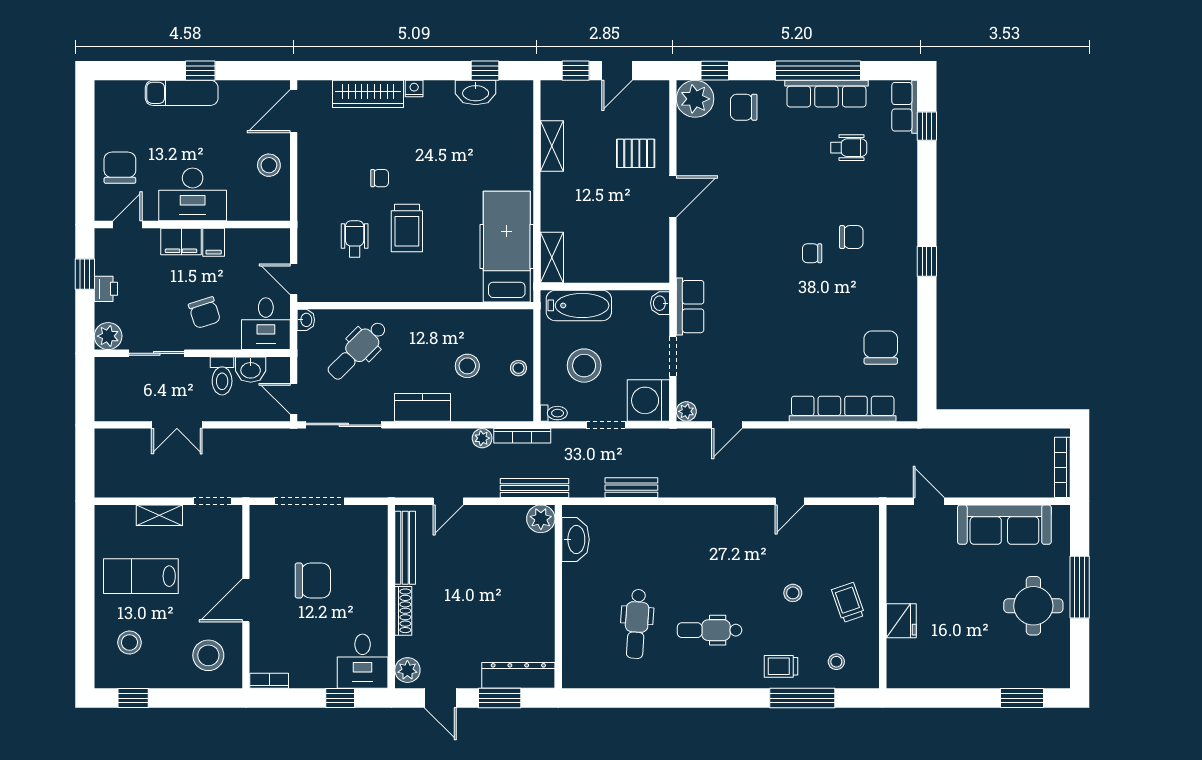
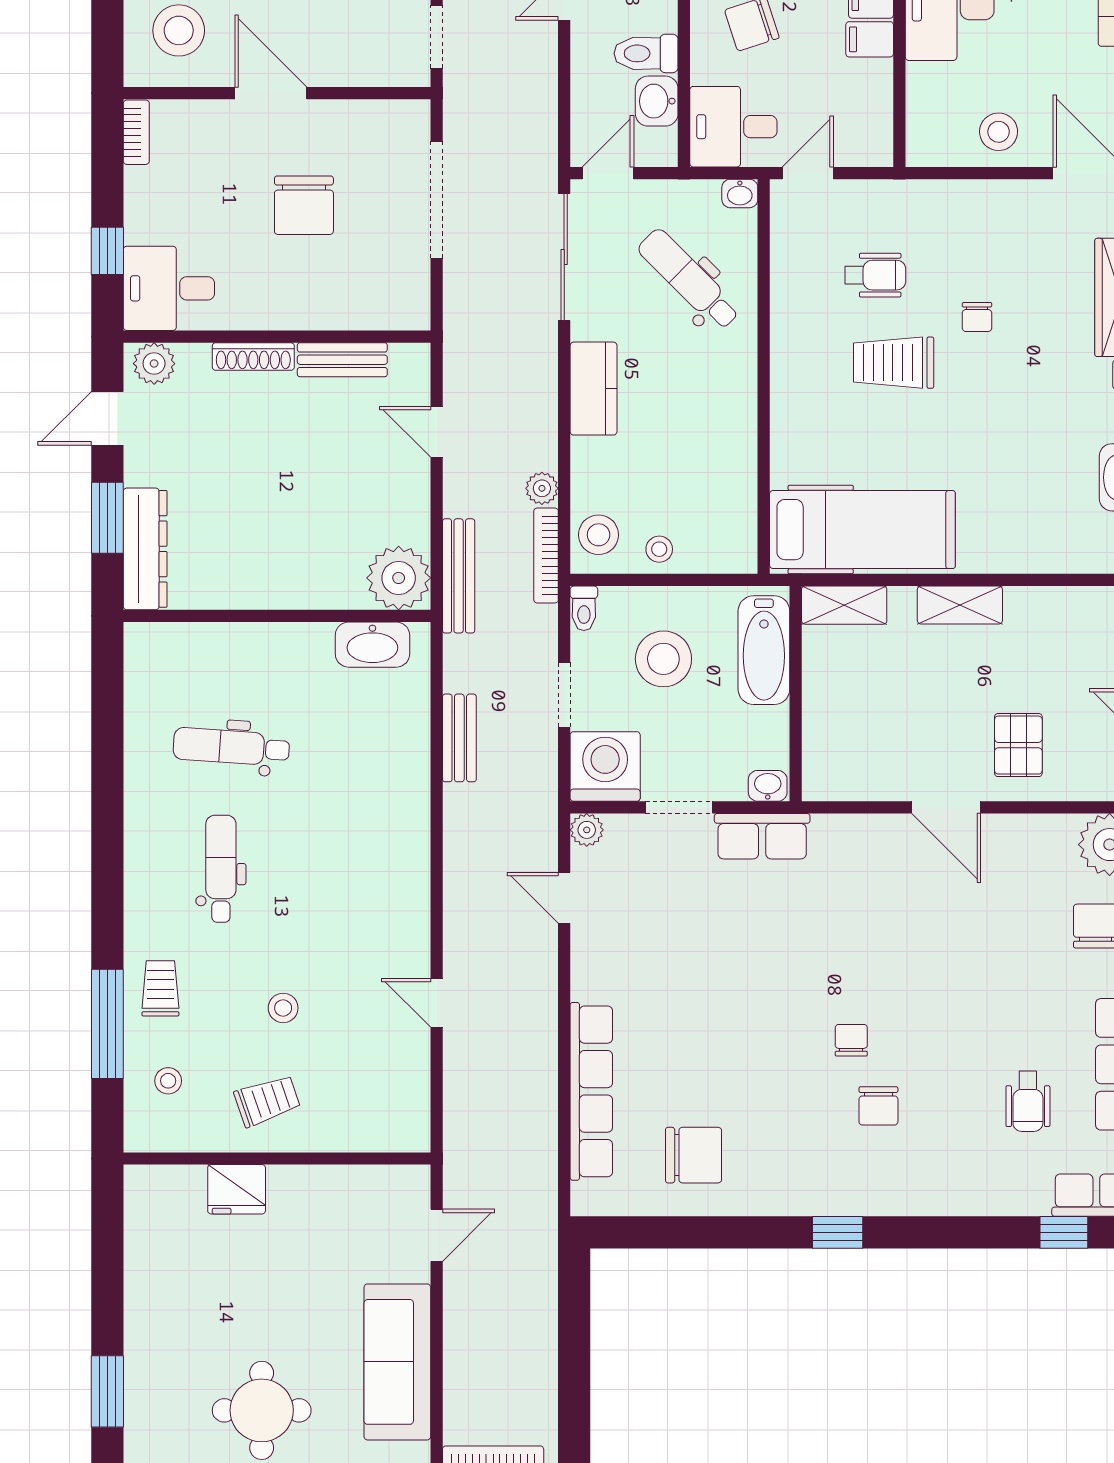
shelving: (552, 146) -> (960, 605), moved
stool: (467, 366) -> (599, 535), moved
plant: (541, 519) -> (399, 578), width x1.36, depth x1.36
bench: (405, 548) -> (342, 360), width x0.73

